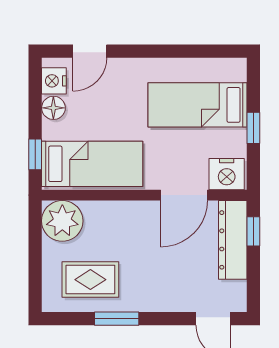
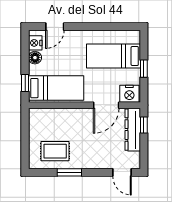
plant: (62, 221) -> (40, 119), removed

